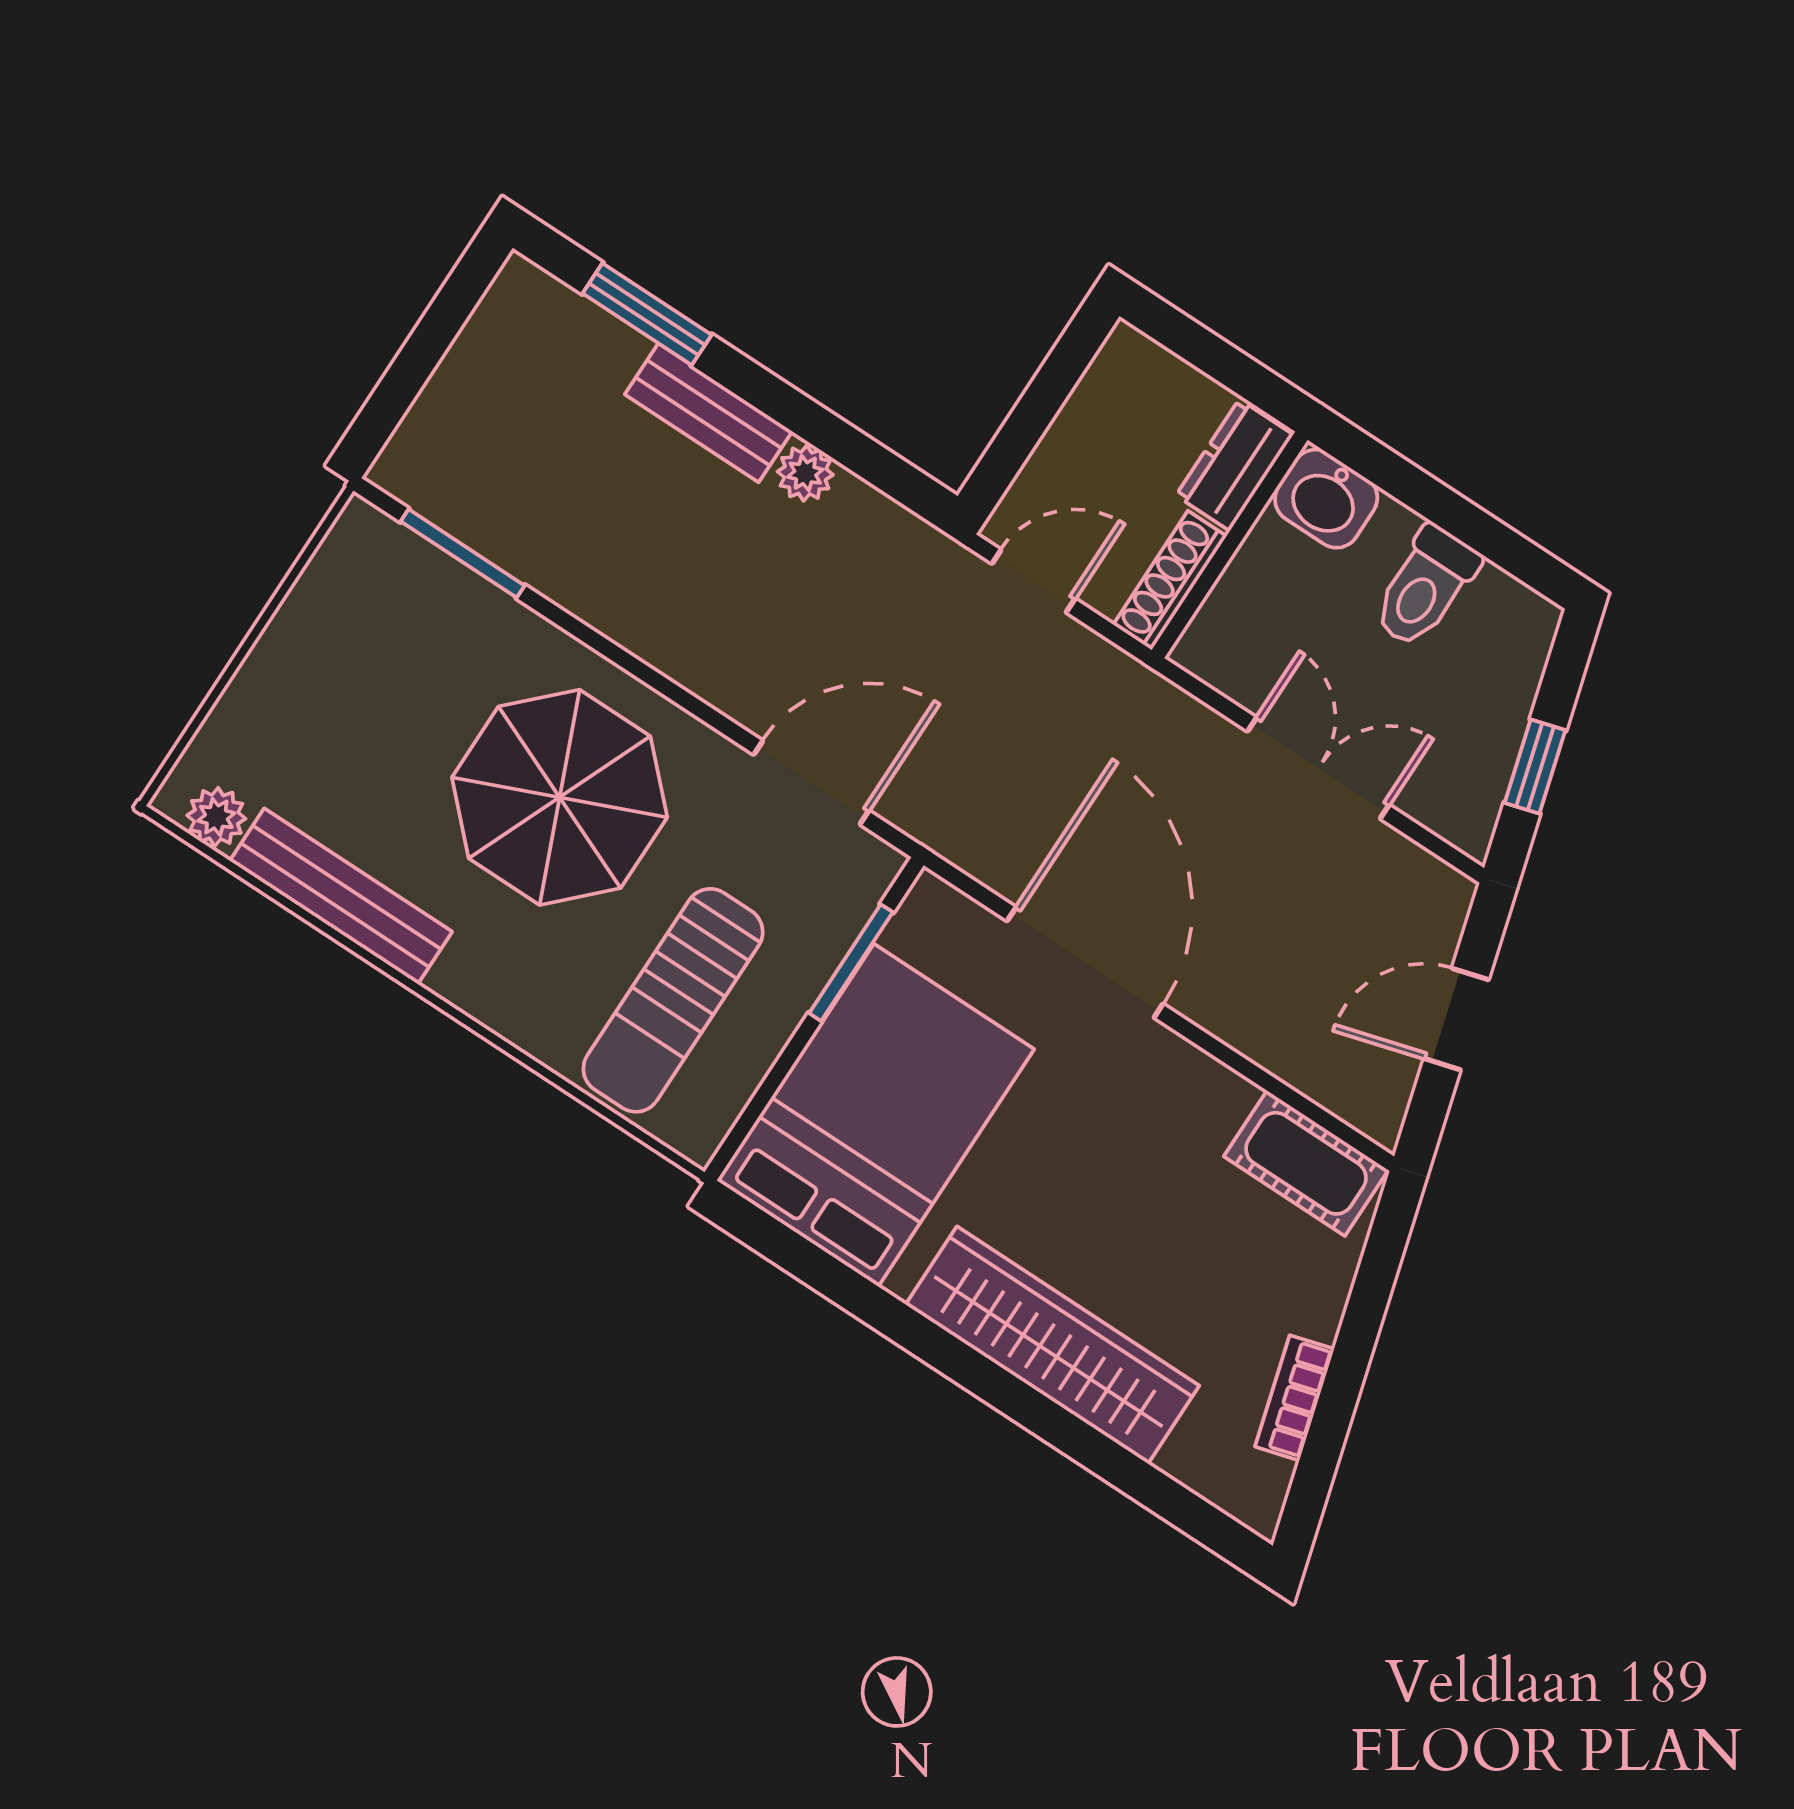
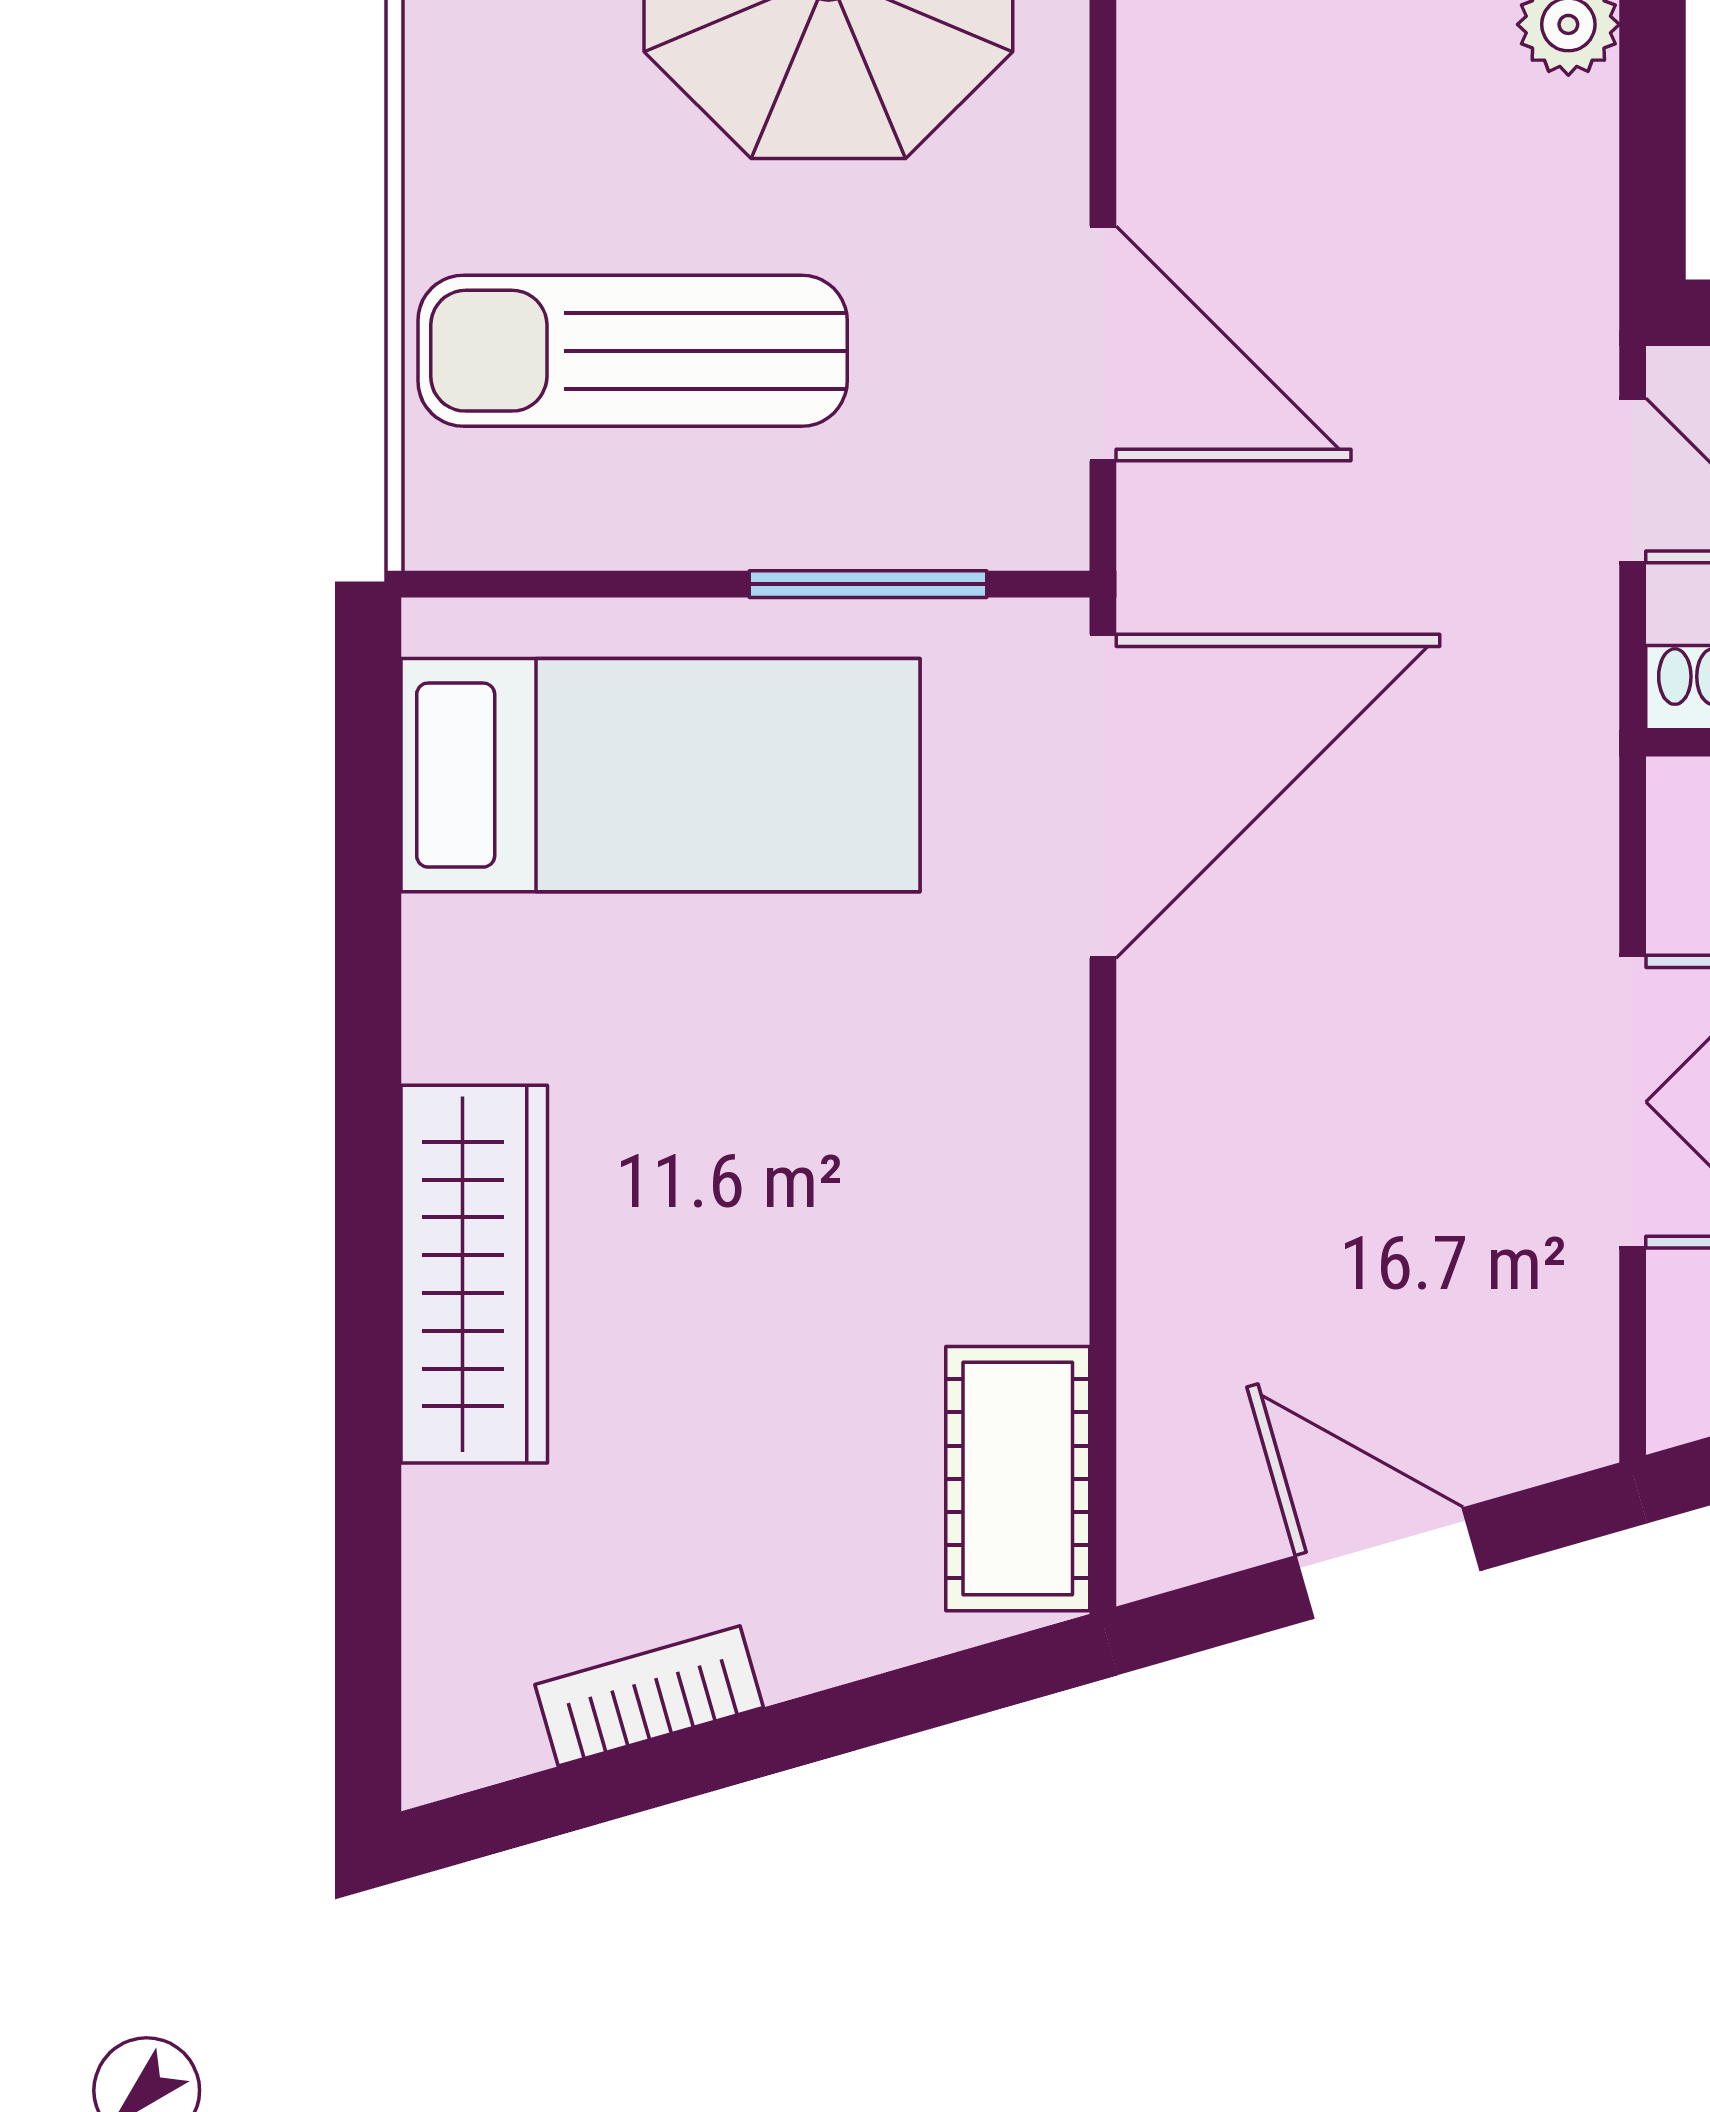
door: (1085, 962) -> (1103, 796), moved
bed: (876, 1115) -> (661, 775), width x0.67
wardrobe: (1052, 1345) -> (474, 1274), width x0.71, depth x0.85

